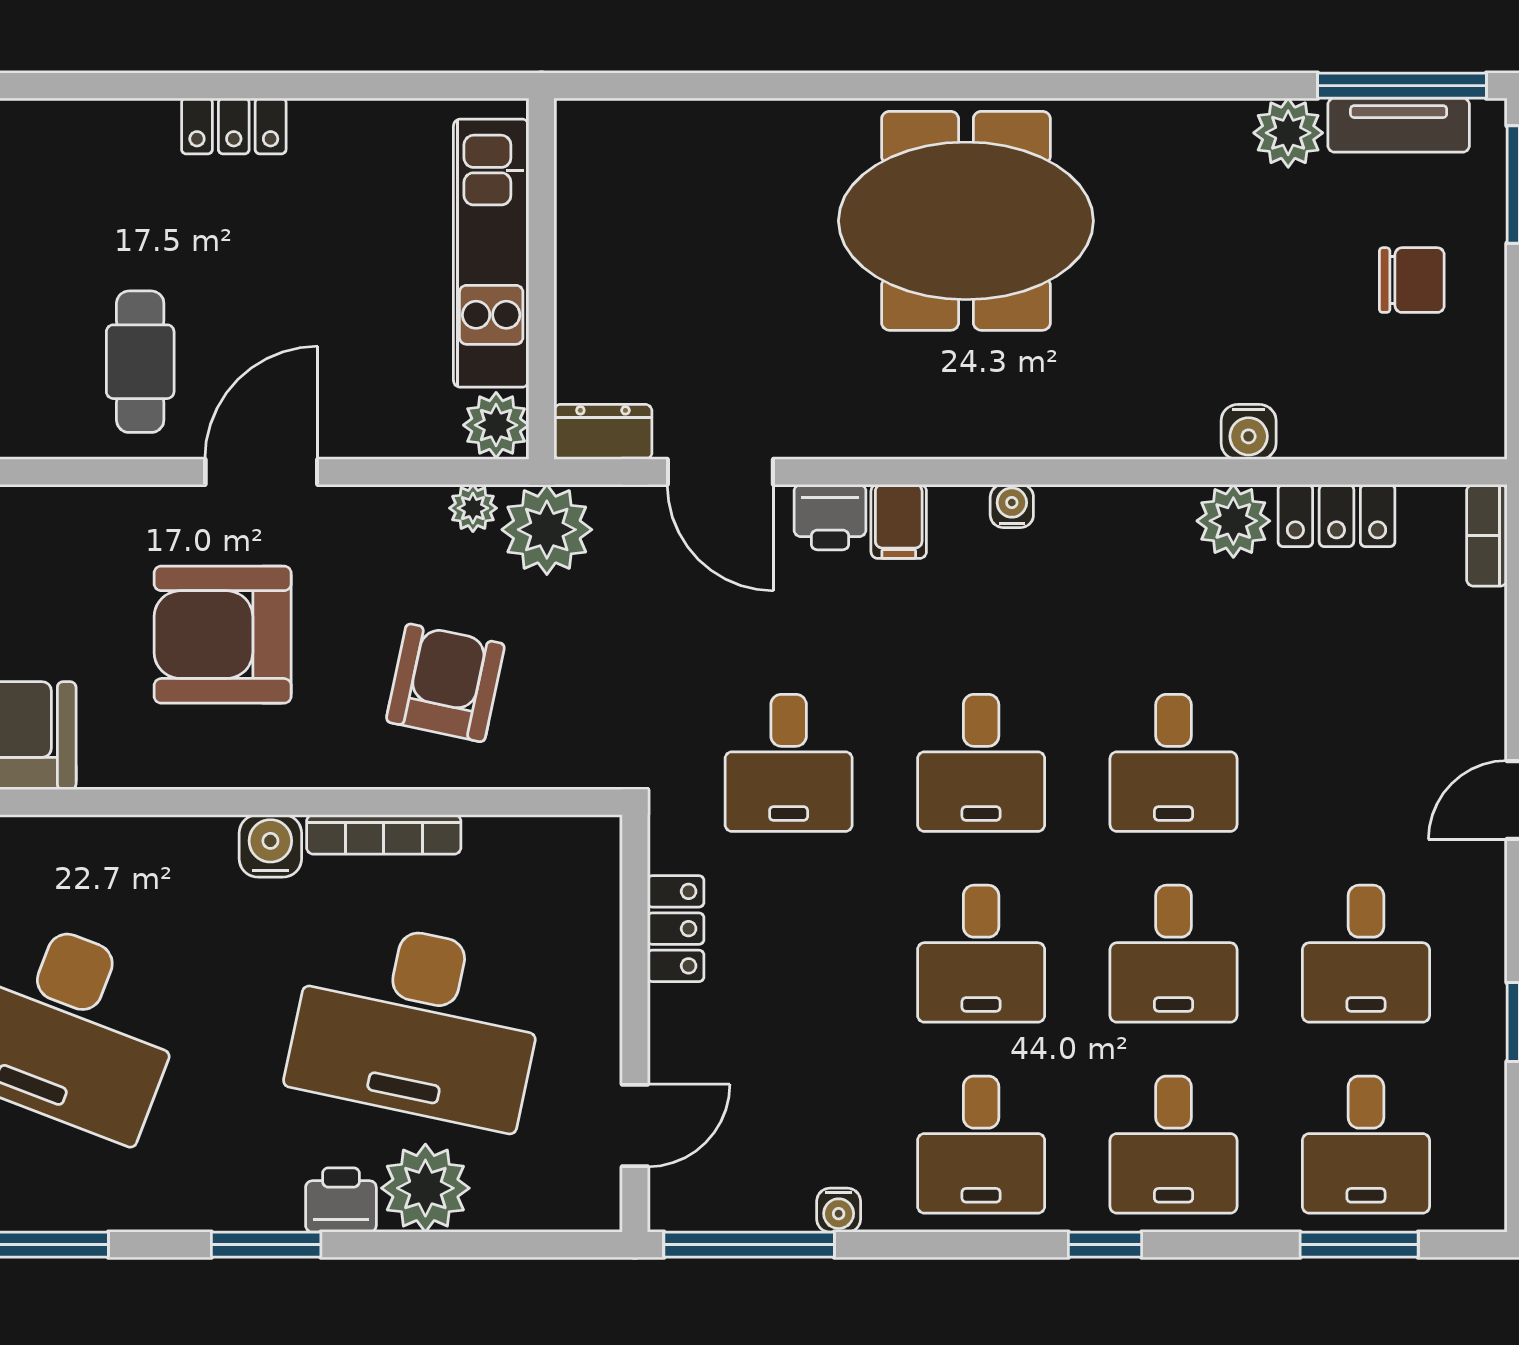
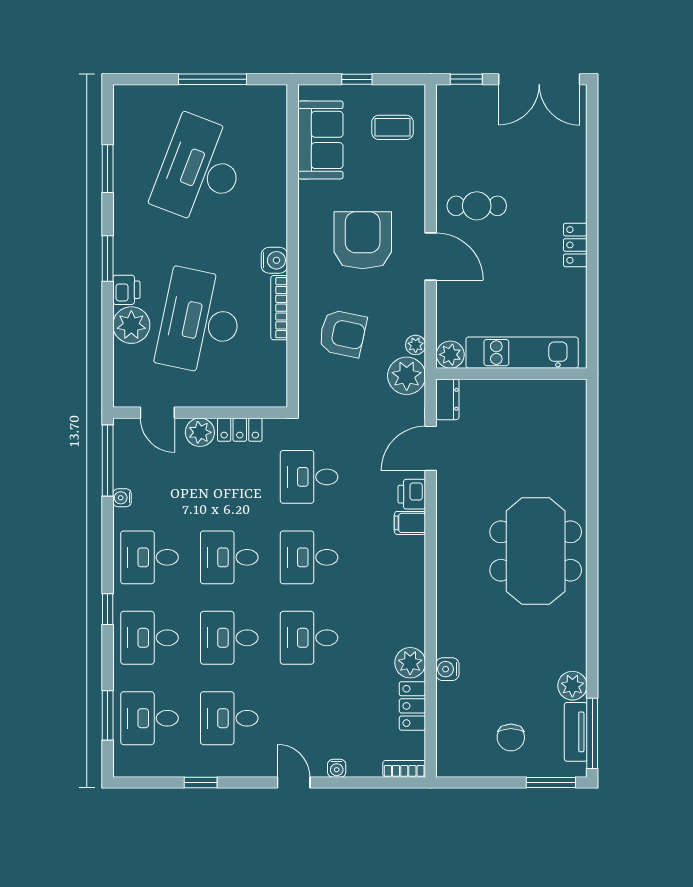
water cooler: (1012, 506) -> (337, 768), moved, turned 90
plant: (682, 1024) -> (200, 432), added

